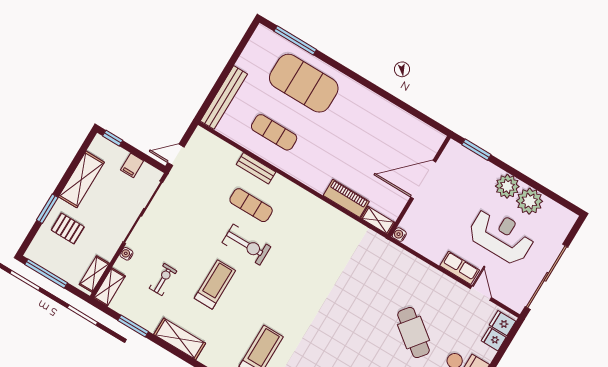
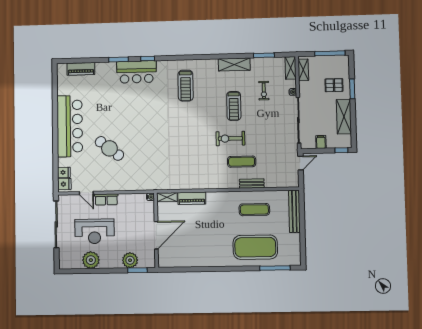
plant: (507, 186) -> (130, 260), moved

